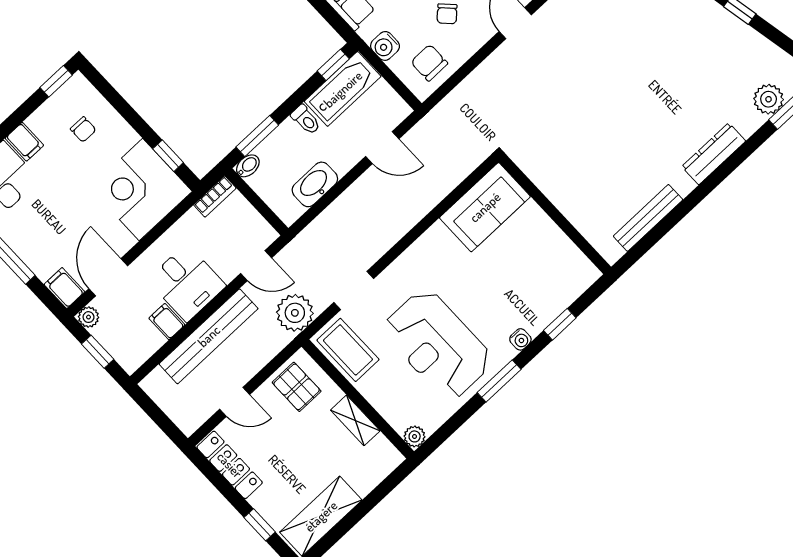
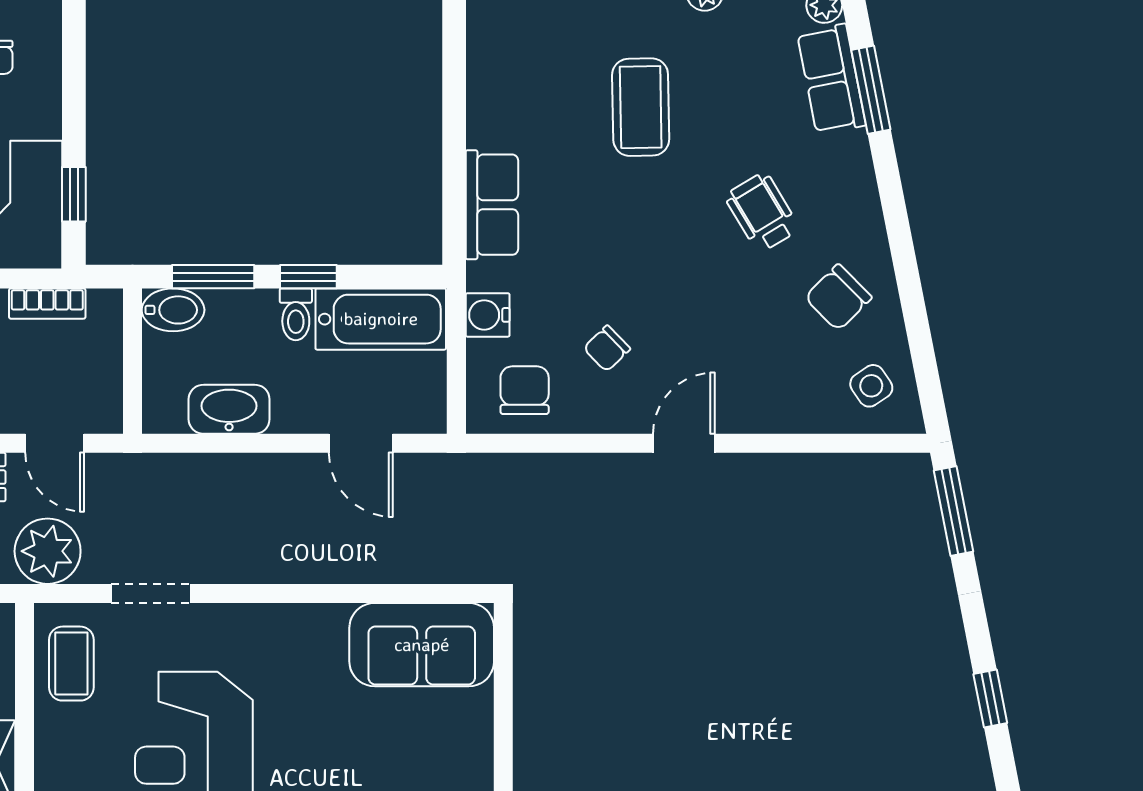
window: (333, 65) -> (308, 277), moved
bidet: (248, 166) -> (173, 310), width x1.38, depth x1.36
bookcase: (215, 196) -> (47, 304), moved
coffee table: (348, 350) -> (71, 664), width x0.73, depth x0.77

